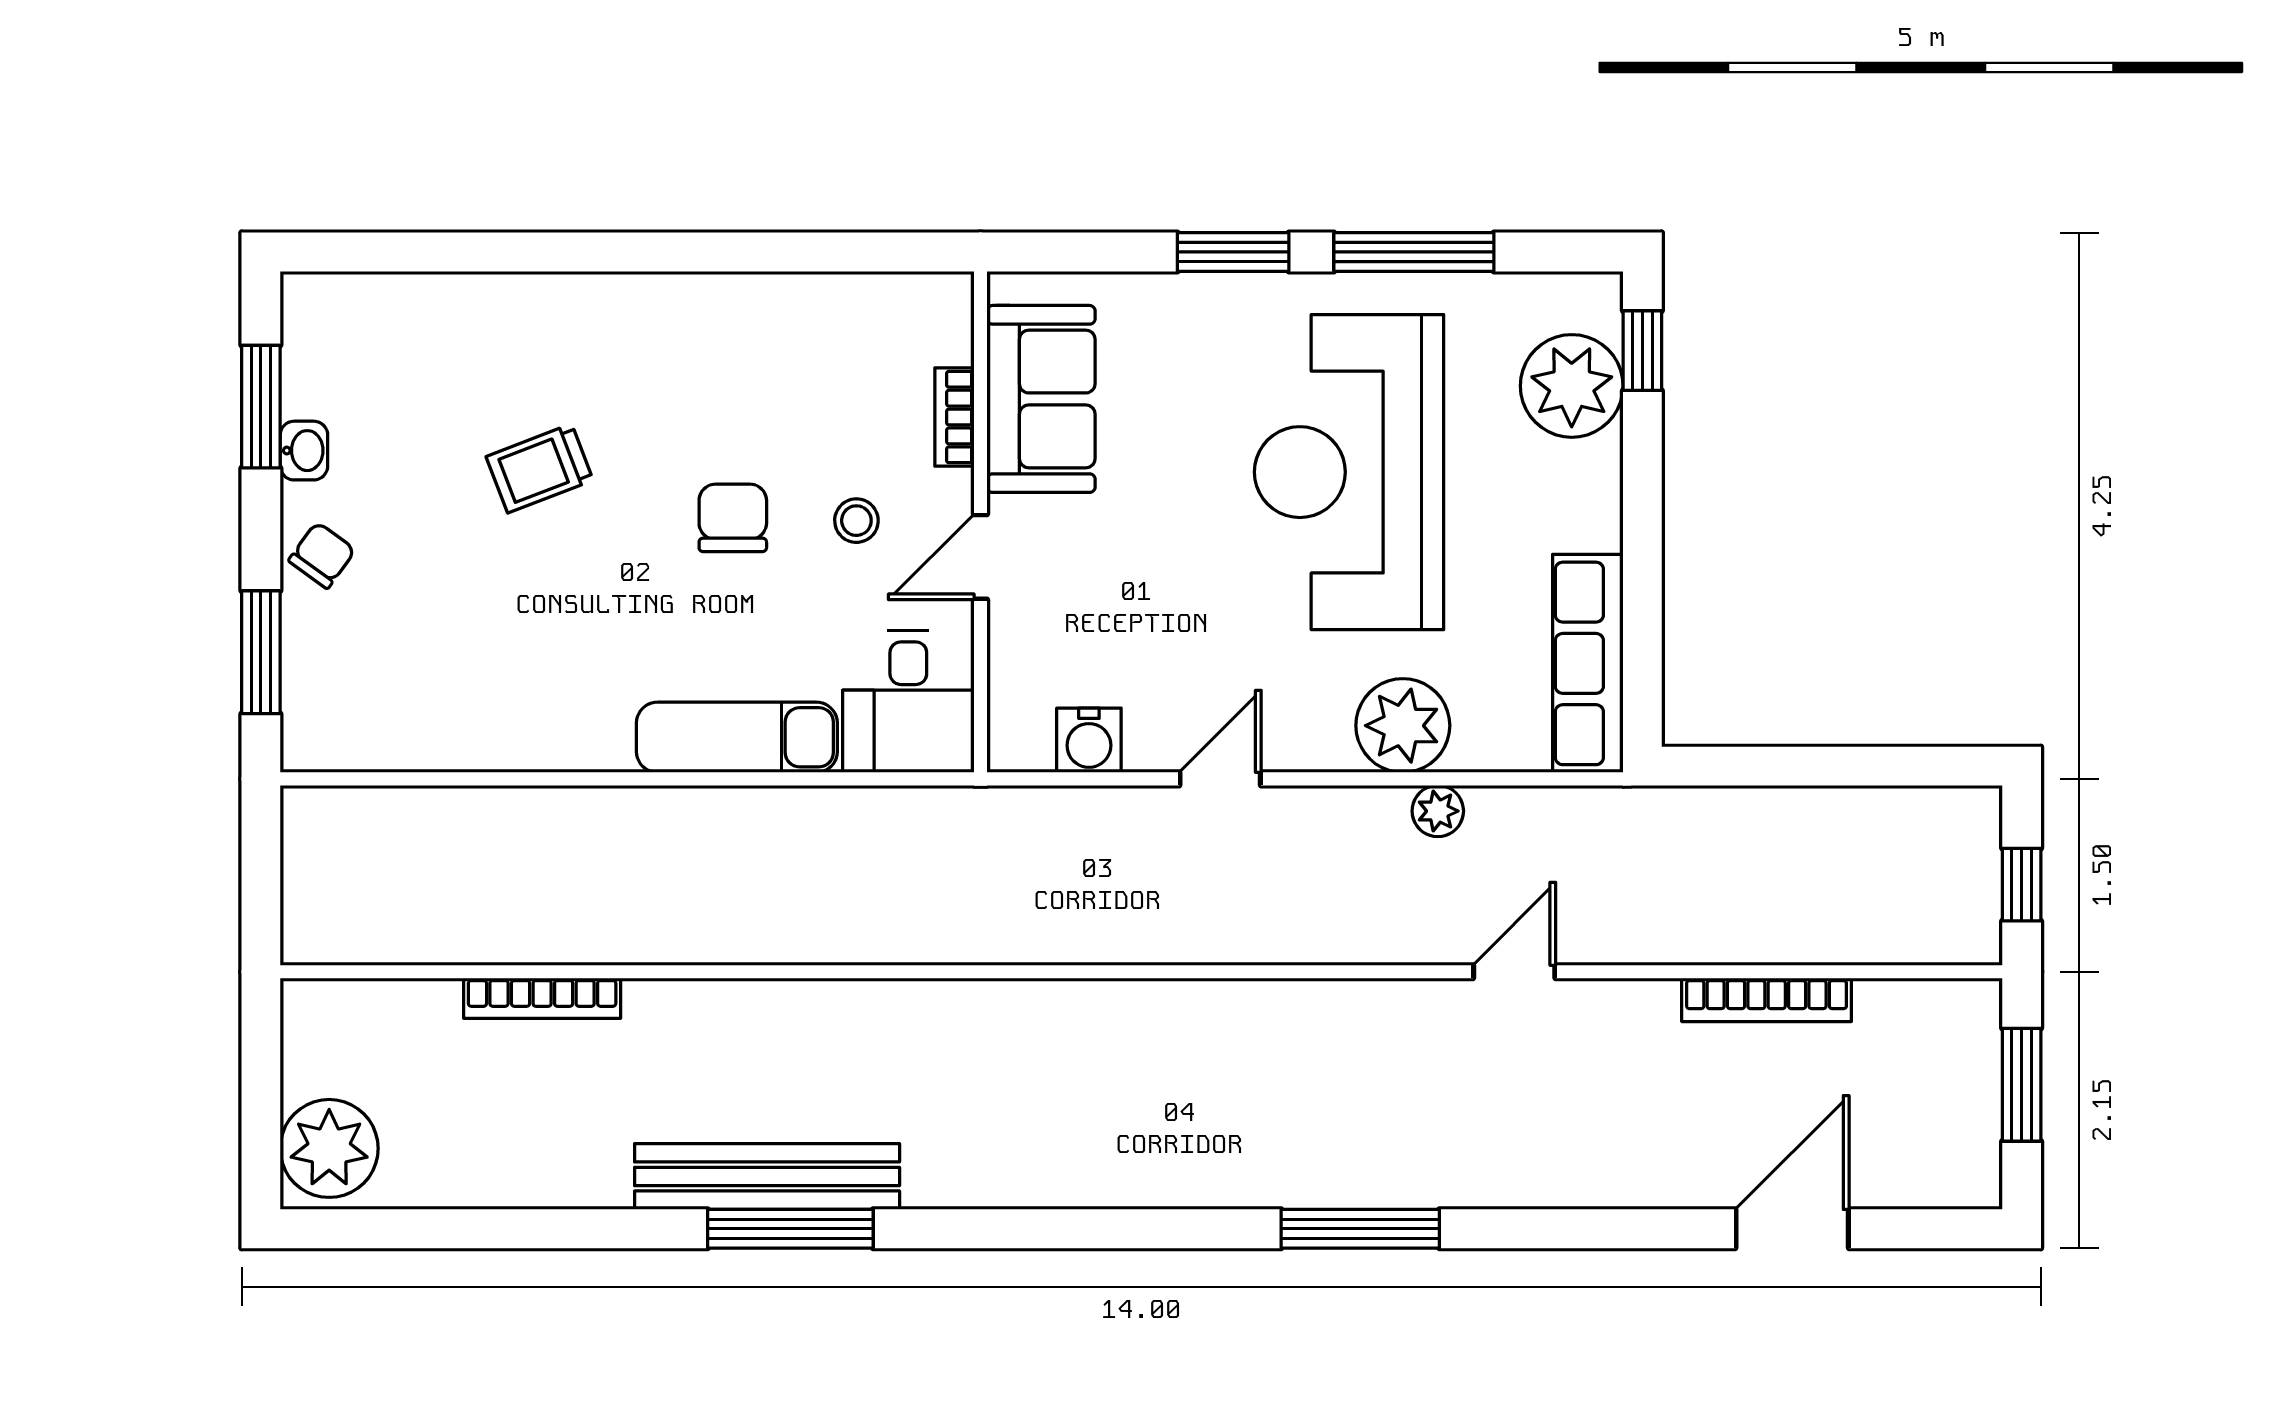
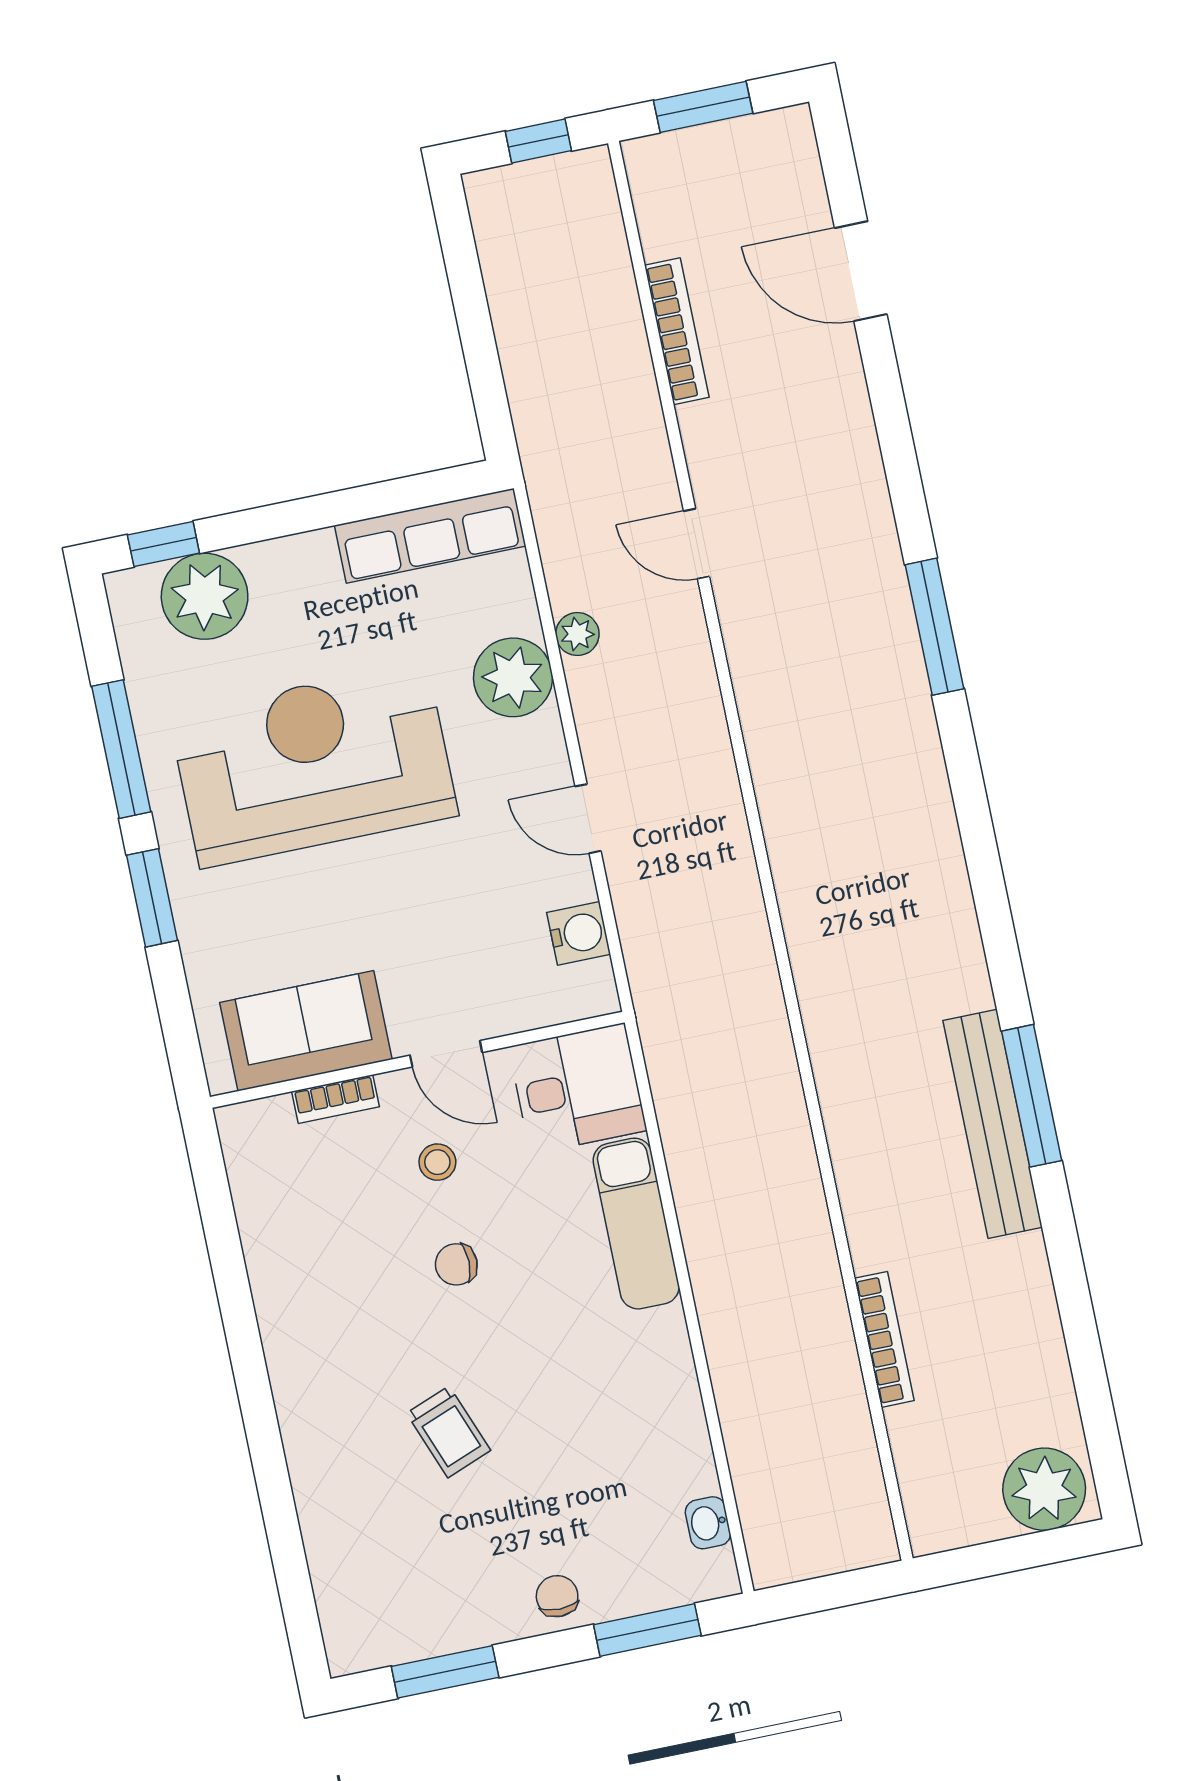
washbasin: (304, 451) -> (708, 1523), moved, turned -90
reception desk: (1349, 472) -> (313, 765), turned 180
chair: (733, 518) -> (456, 1264), width x0.73, depth x0.73
chair: (322, 555) -> (557, 1596), turned 54

